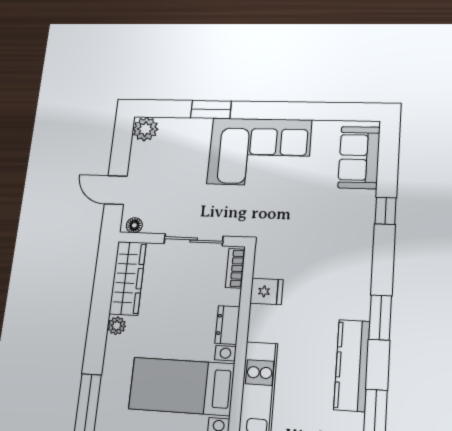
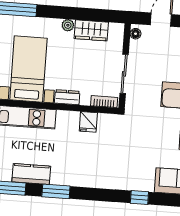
wardrobe: (128, 278) -> (91, 30), width x0.67
window: (380, 318) -> (56, 191), moved
kitchen counter: (352, 365) -> (31, 174), width x0.67

